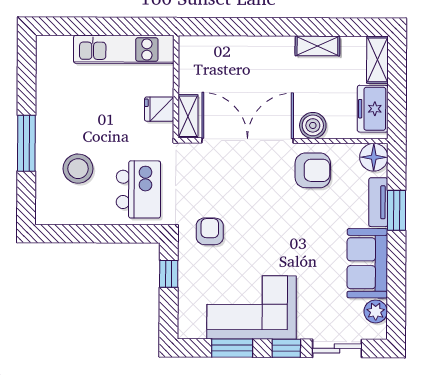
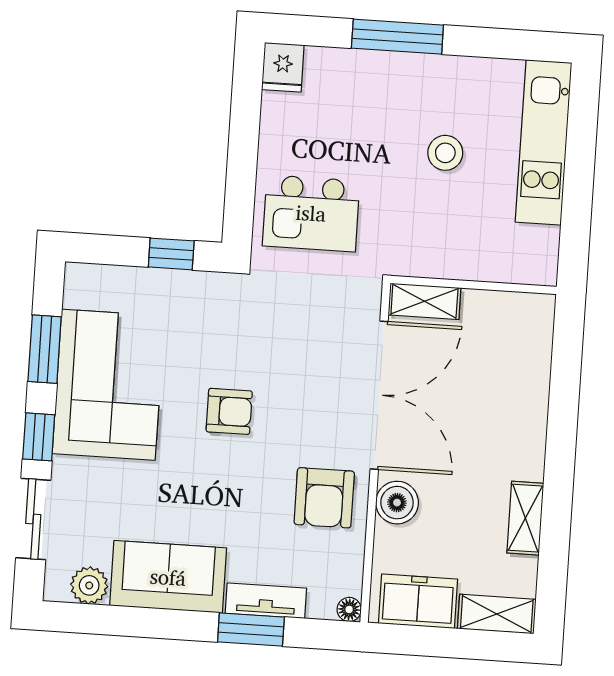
kitchen unit: (124, 49) -> (544, 142), moved
fridge: (159, 109) -> (283, 67), moved, turned 180
floor lamp: (374, 157) -> (349, 609), width x0.53, depth x0.53
stool: (78, 169) -> (445, 153), moved, width x0.73, depth x0.73
armchair: (210, 231) -> (229, 411), moved

